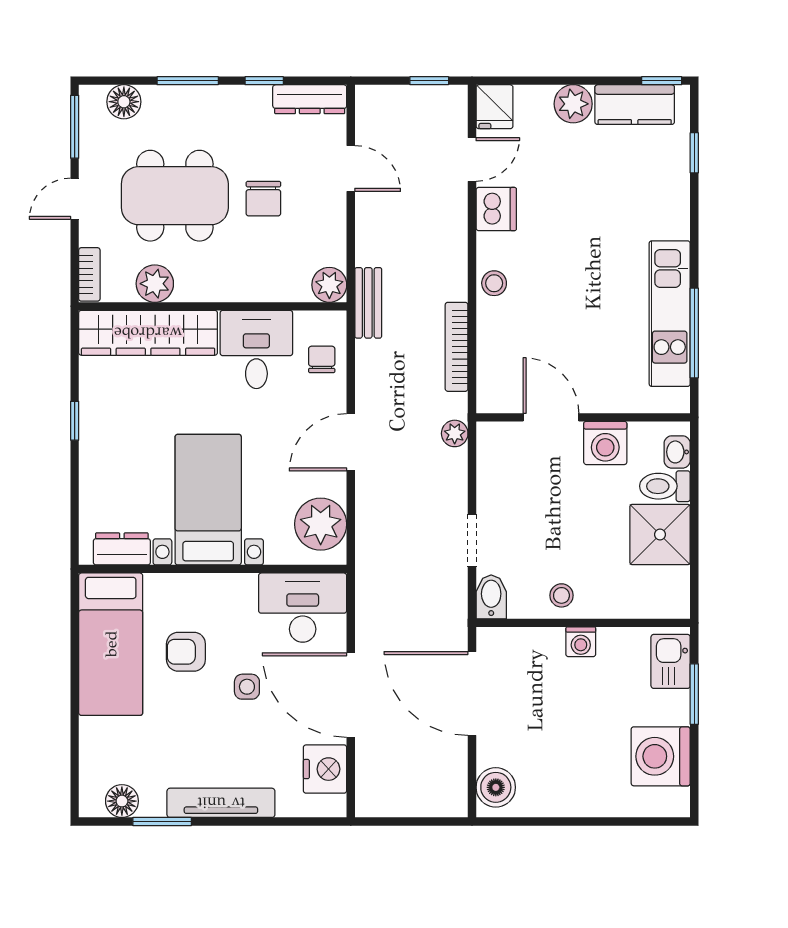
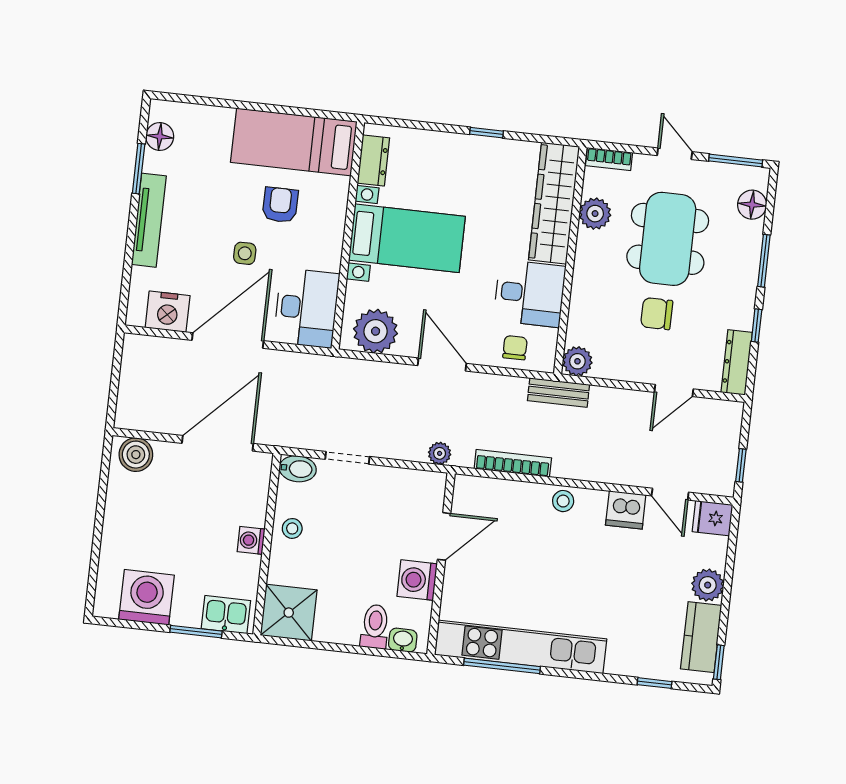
kitchen unit: (670, 314) -> (521, 647), width x1.36
chair: (322, 359) -> (515, 348), turned -90
shower: (660, 534) -> (289, 613), moved

